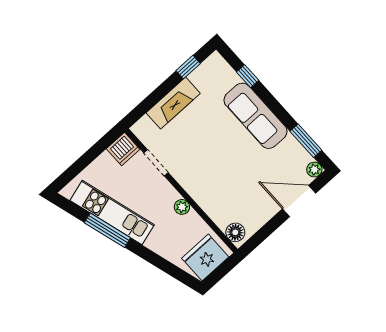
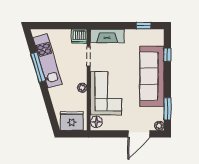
fireplace: (173, 103) -> (107, 36), moved
sofa: (256, 116) -> (152, 76), width x1.36, depth x1.27
corner sofa: (216, 188) -> (106, 93), added
door: (299, 201) -> (139, 134), swing flipped

